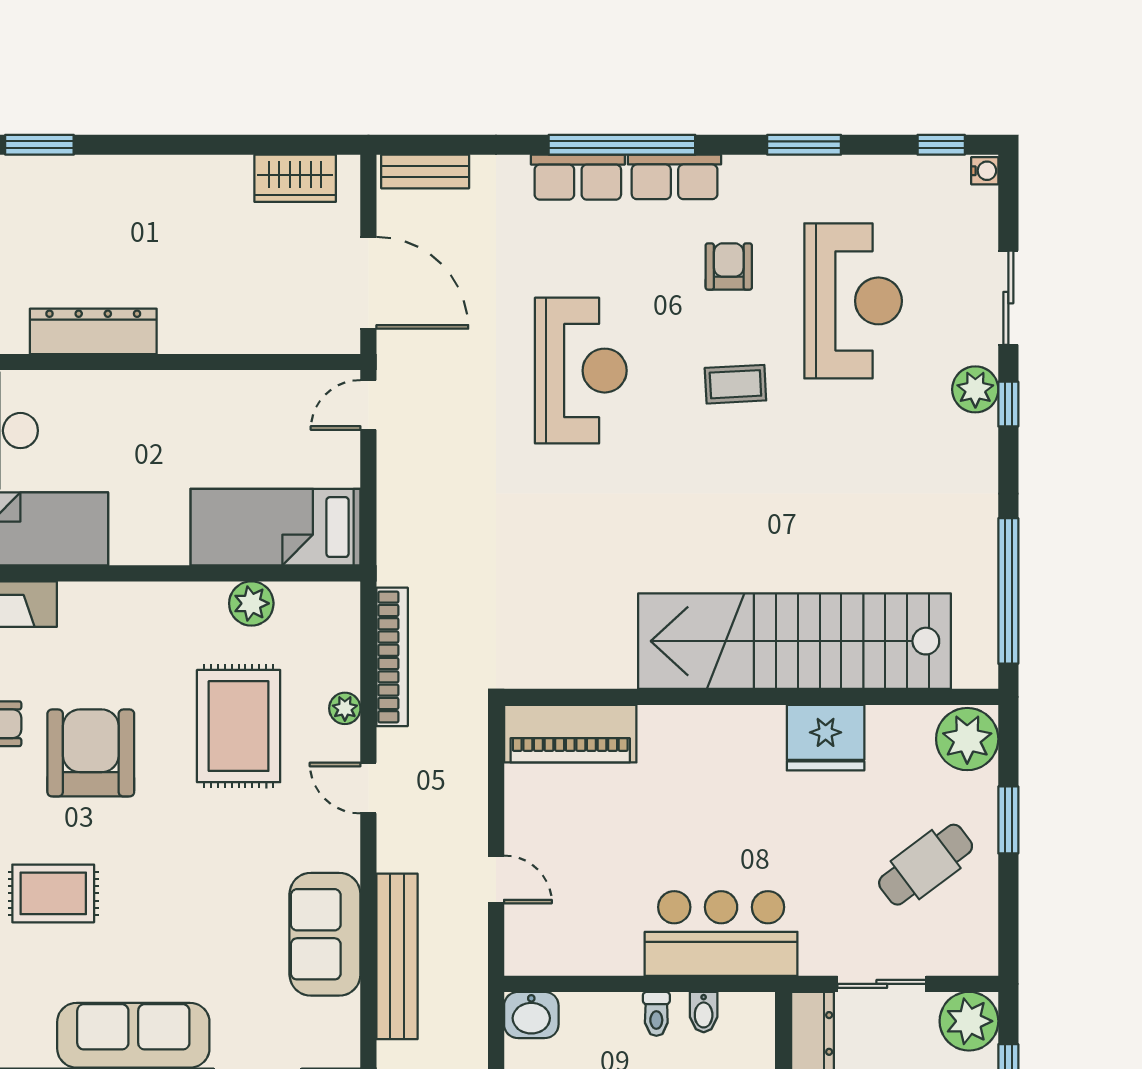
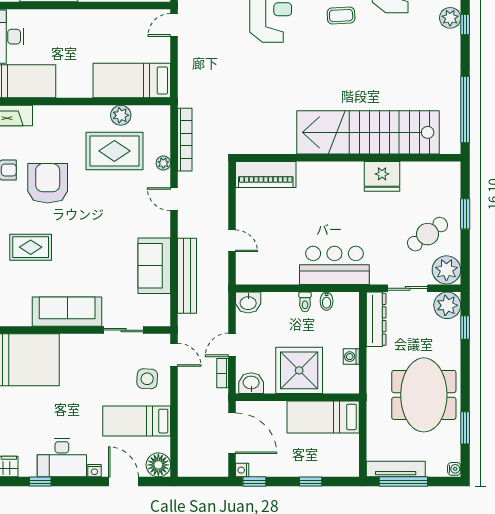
rug: (239, 726) -> (114, 151), moved, turned 90
plant: (967, 739) -> (446, 270), moved

